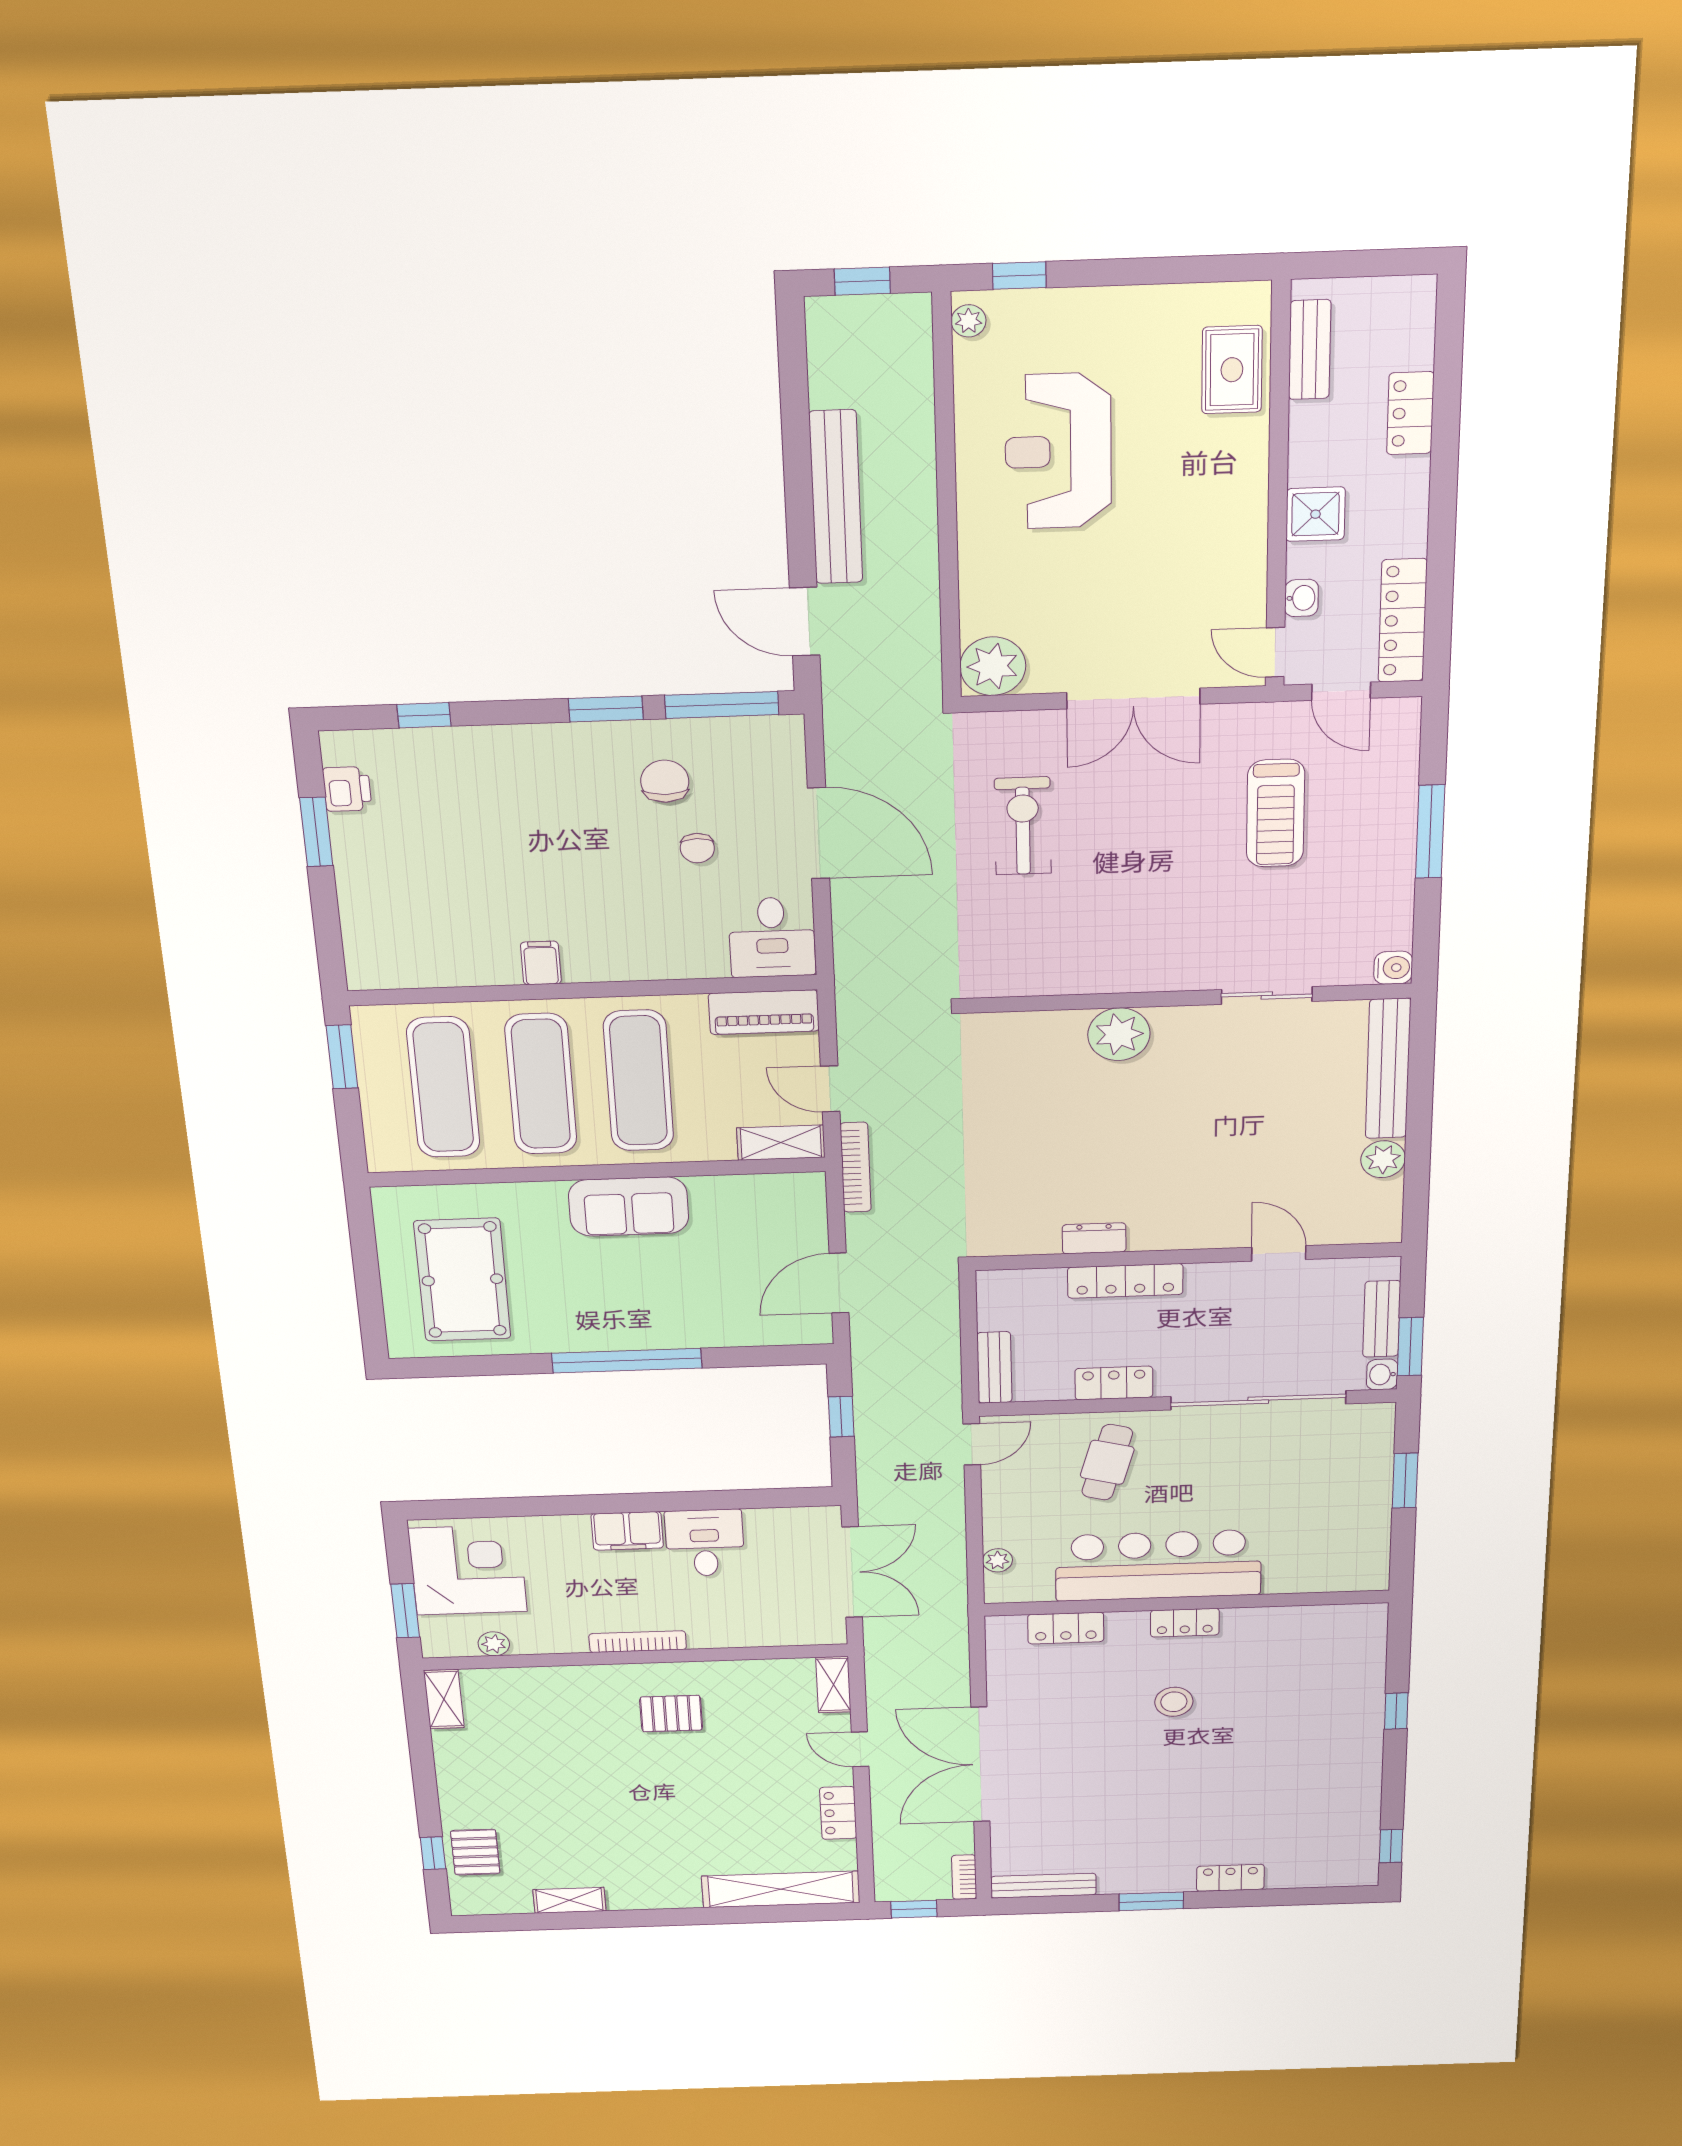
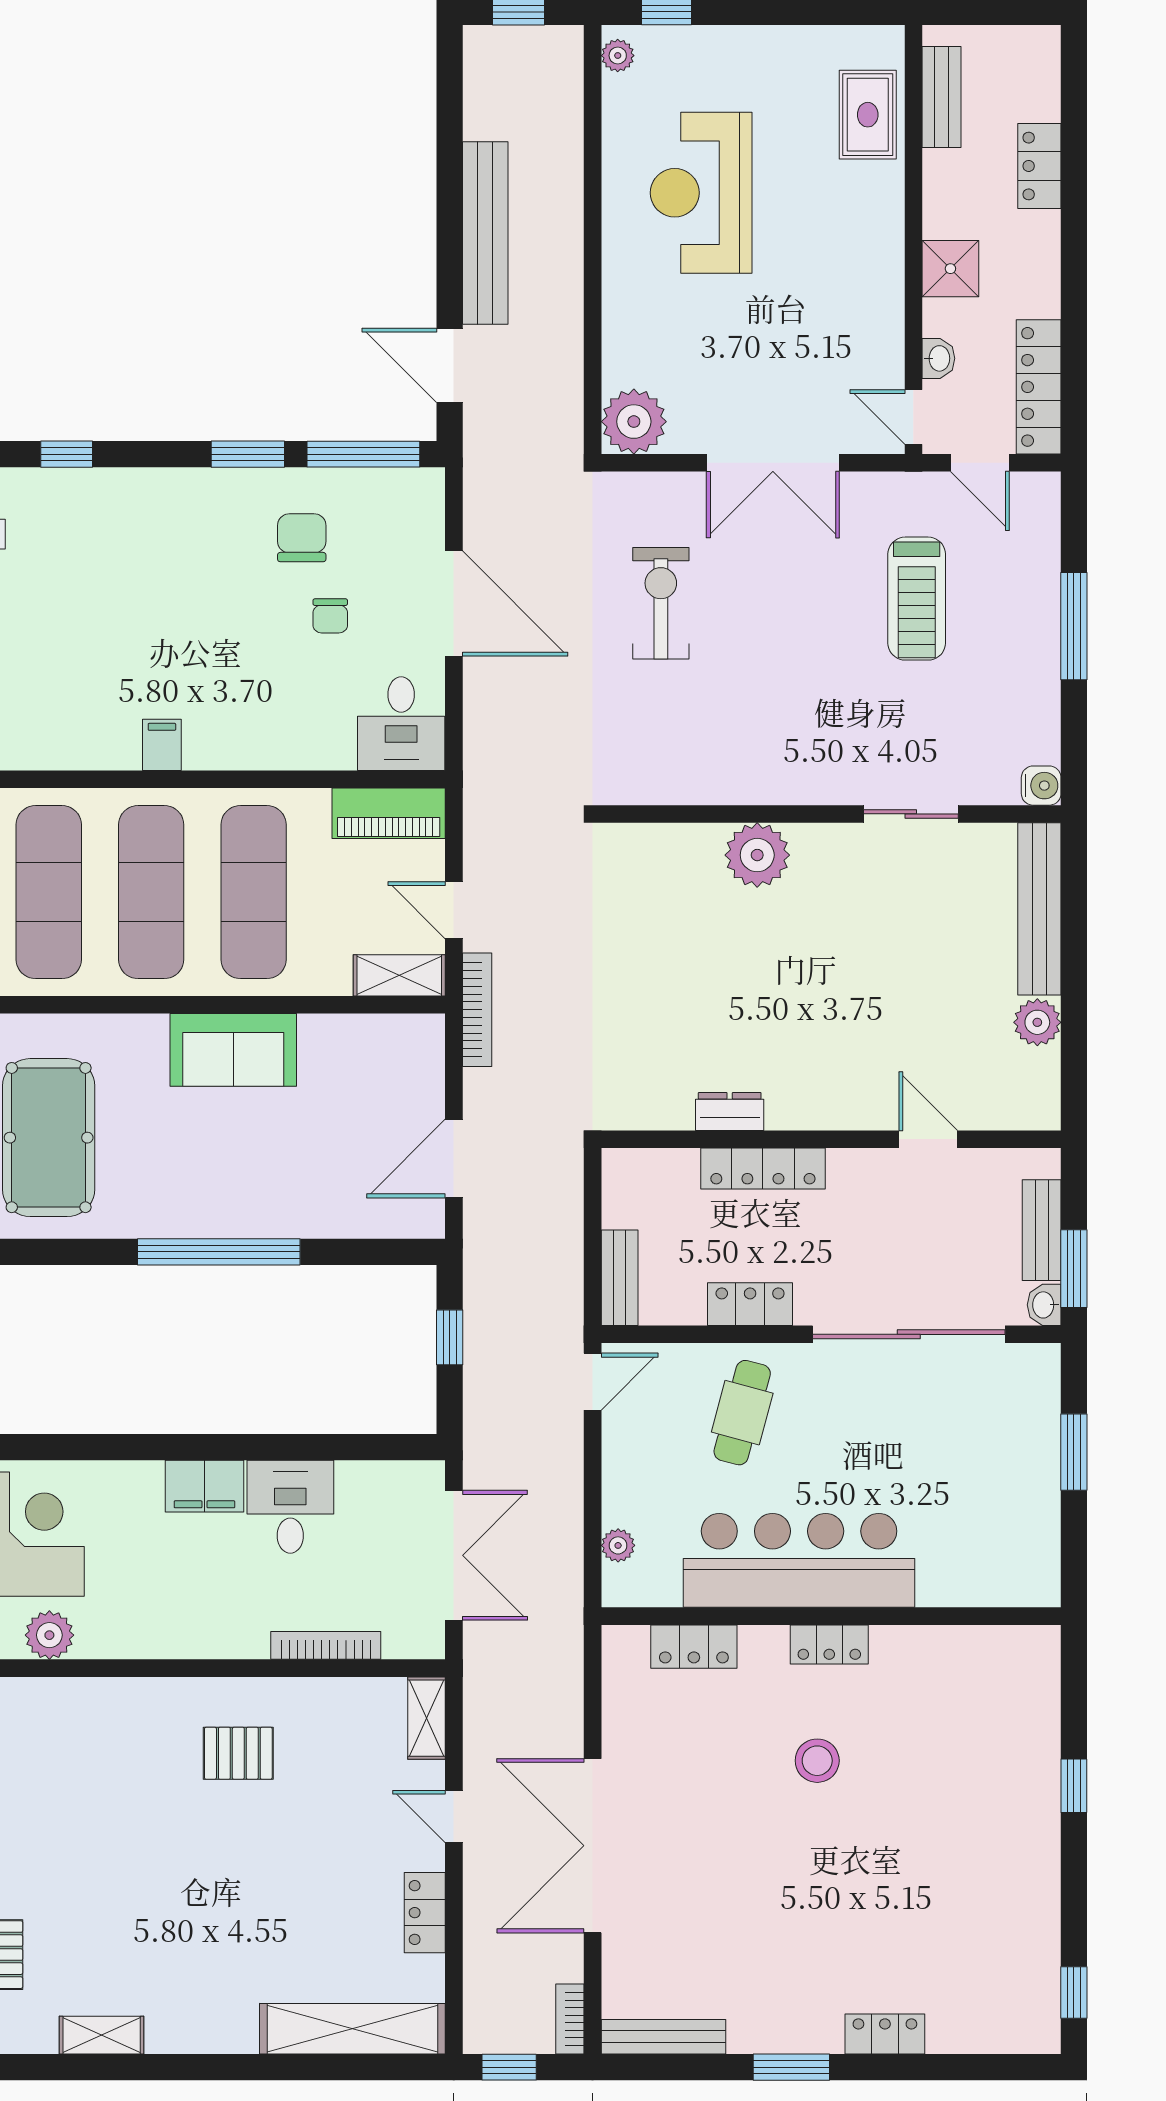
bookcase: (638, 1642) -> (326, 1645), moved
plant: (494, 1644) -> (49, 1635), width x1.38, depth x1.38

